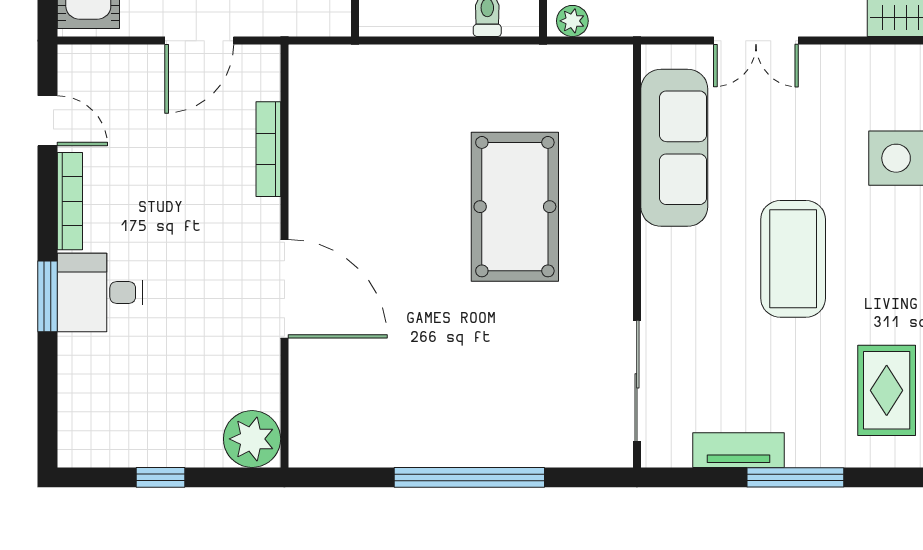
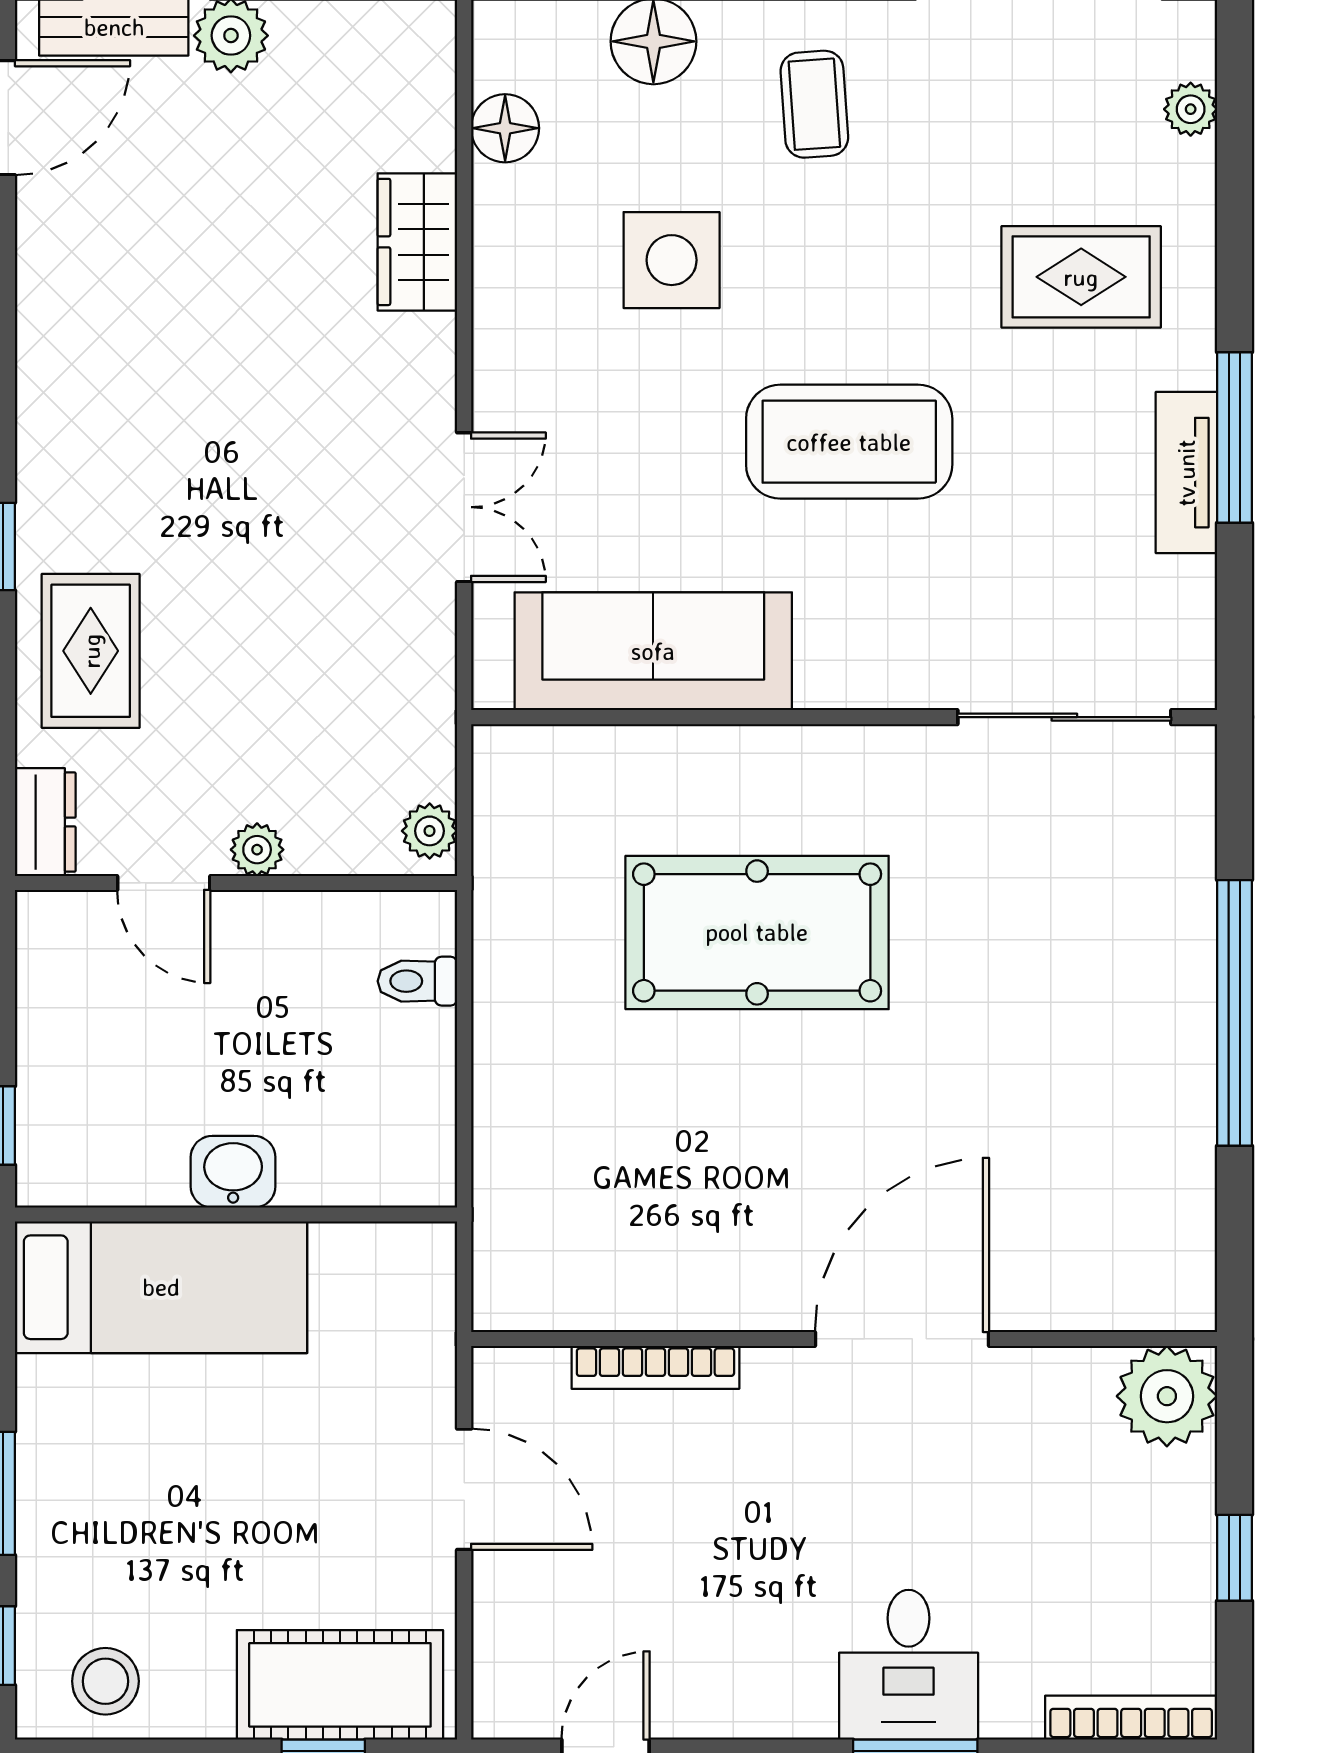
bookcase: (70, 201) -> (1131, 1718), moved
tv unit: (738, 450) -> (1186, 473), moved

